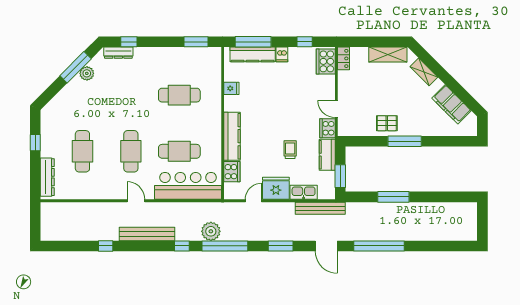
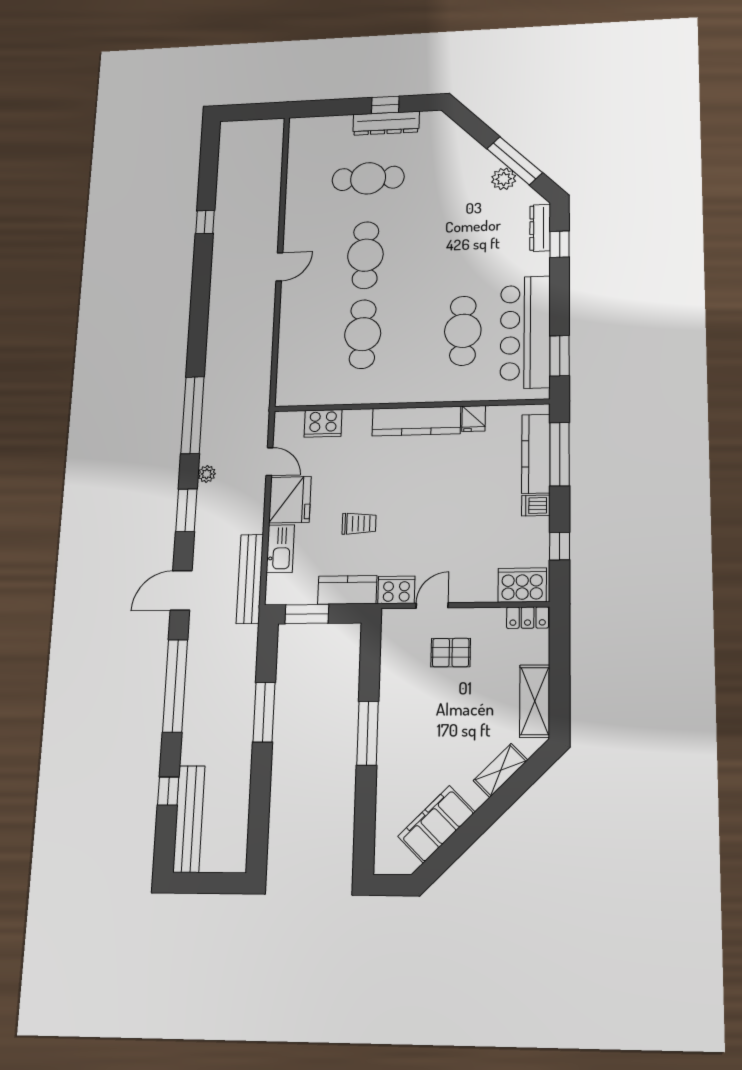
pallet: (387, 123) -> (451, 653), moved, turned 90
kitchen counter: (232, 136) -> (416, 421), moved
cafe table: (131, 151) -> (365, 255), turned 90
dresser: (47, 177) -> (386, 123), moved
bar counter: (188, 186) -> (525, 332), moved, turned 180
plant: (211, 231) -> (207, 474), moved, width x0.53, depth x0.53
bench: (147, 234) -> (189, 819), moved
window: (182, 246) -> (168, 791), moved

